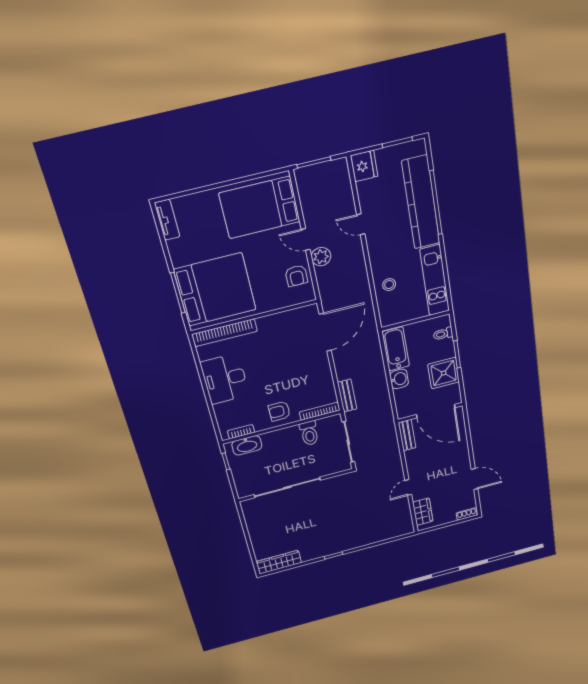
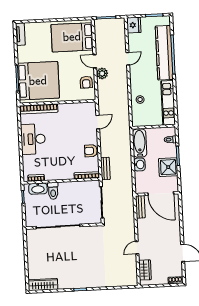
door: (361, 224) -> (128, 59), swing flipped
door: (325, 332) -> (98, 122), width x0.53
armchair: (279, 411) -> (91, 151), moved
toilet: (309, 433) -> (53, 191), moved

